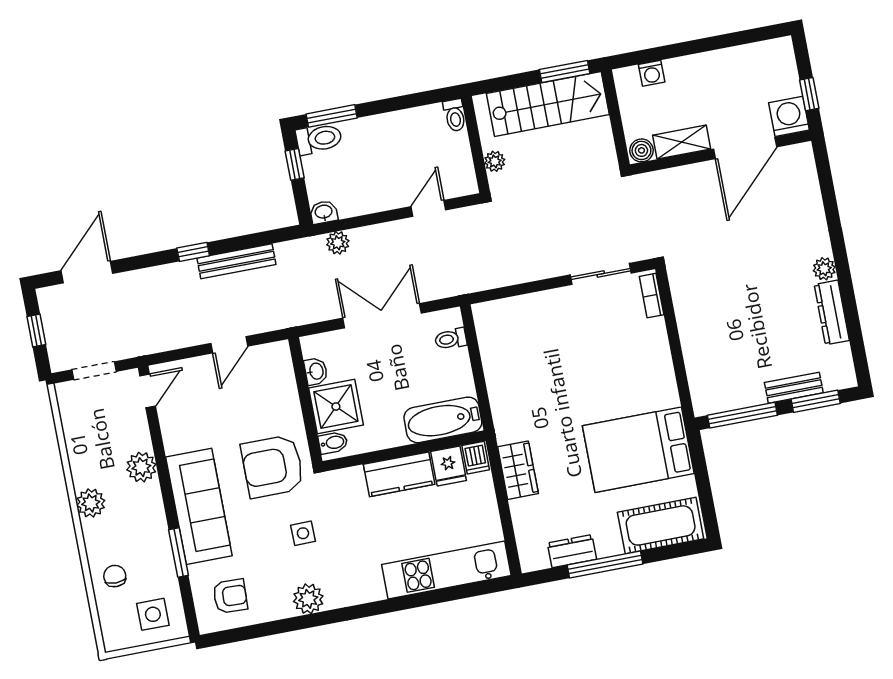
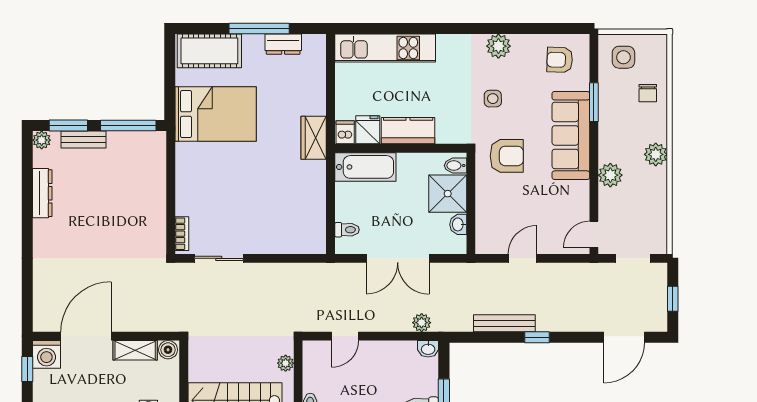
plant: (824, 269) -> (42, 140), moved
armchair: (273, 466) -> (507, 156), width x0.73, depth x0.73
wardrobe: (518, 470) -> (314, 138), moved

